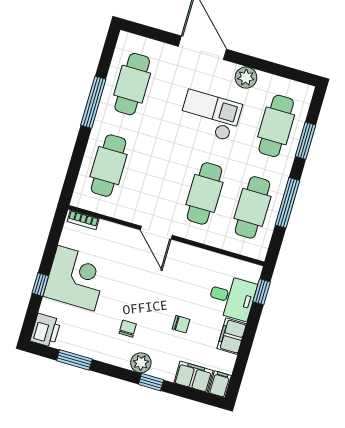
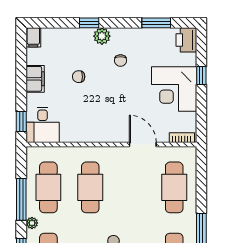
plant: (283, 172) -> (32, 223), added
door: (156, 233) -> (143, 145), moved
desk: (232, 297) -> (43, 125), moved, turned -90
filing cabinet: (193, 377) -> (56, 37), removed

